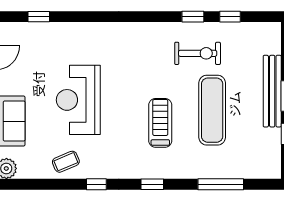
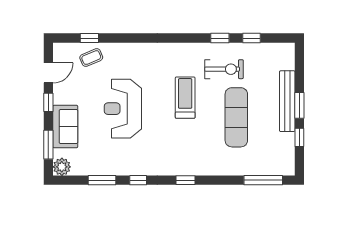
treadmill: (160, 123) -> (185, 98), moved
coffee table: (66, 162) -> (91, 58), moved
window: (54, 184) -> (102, 180), added
window: (221, 184) -> (263, 180), moved

